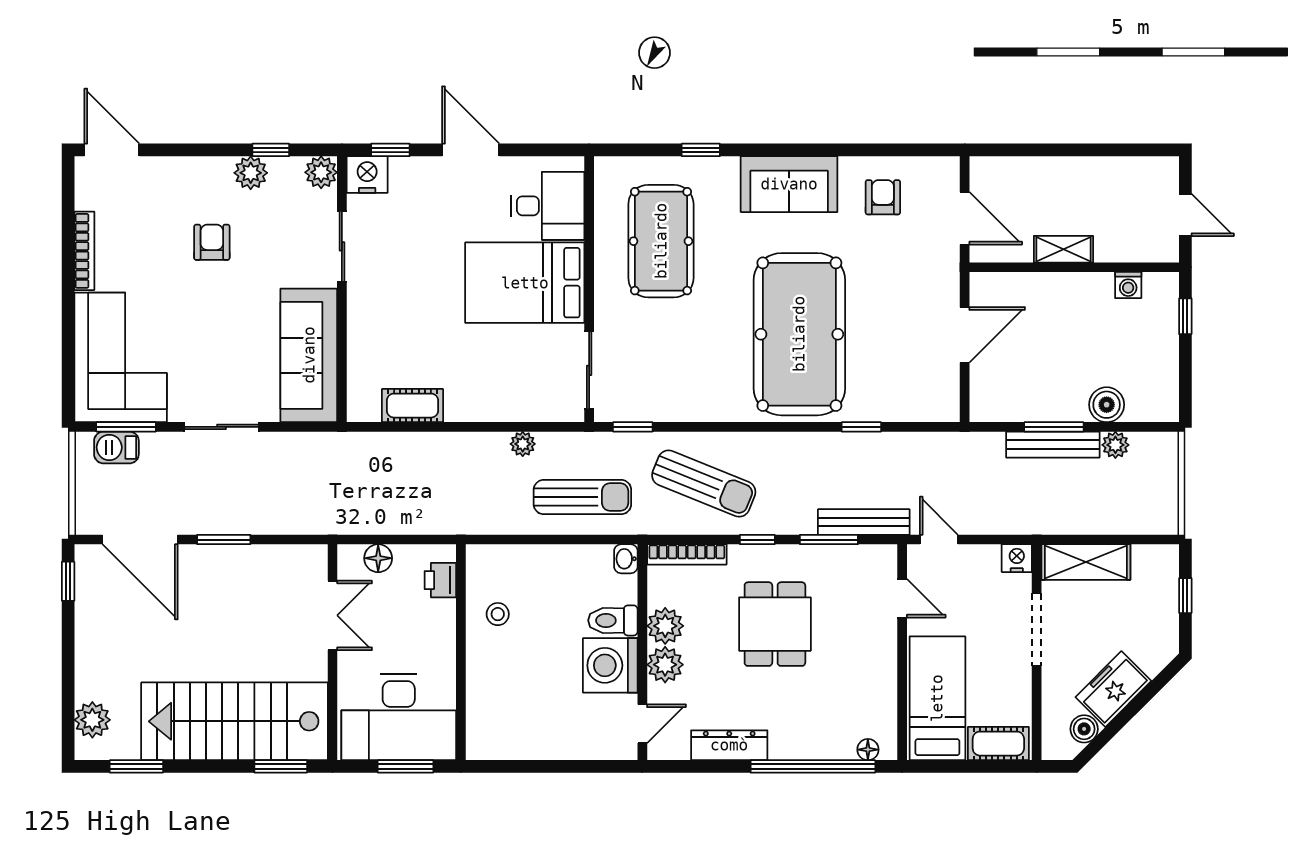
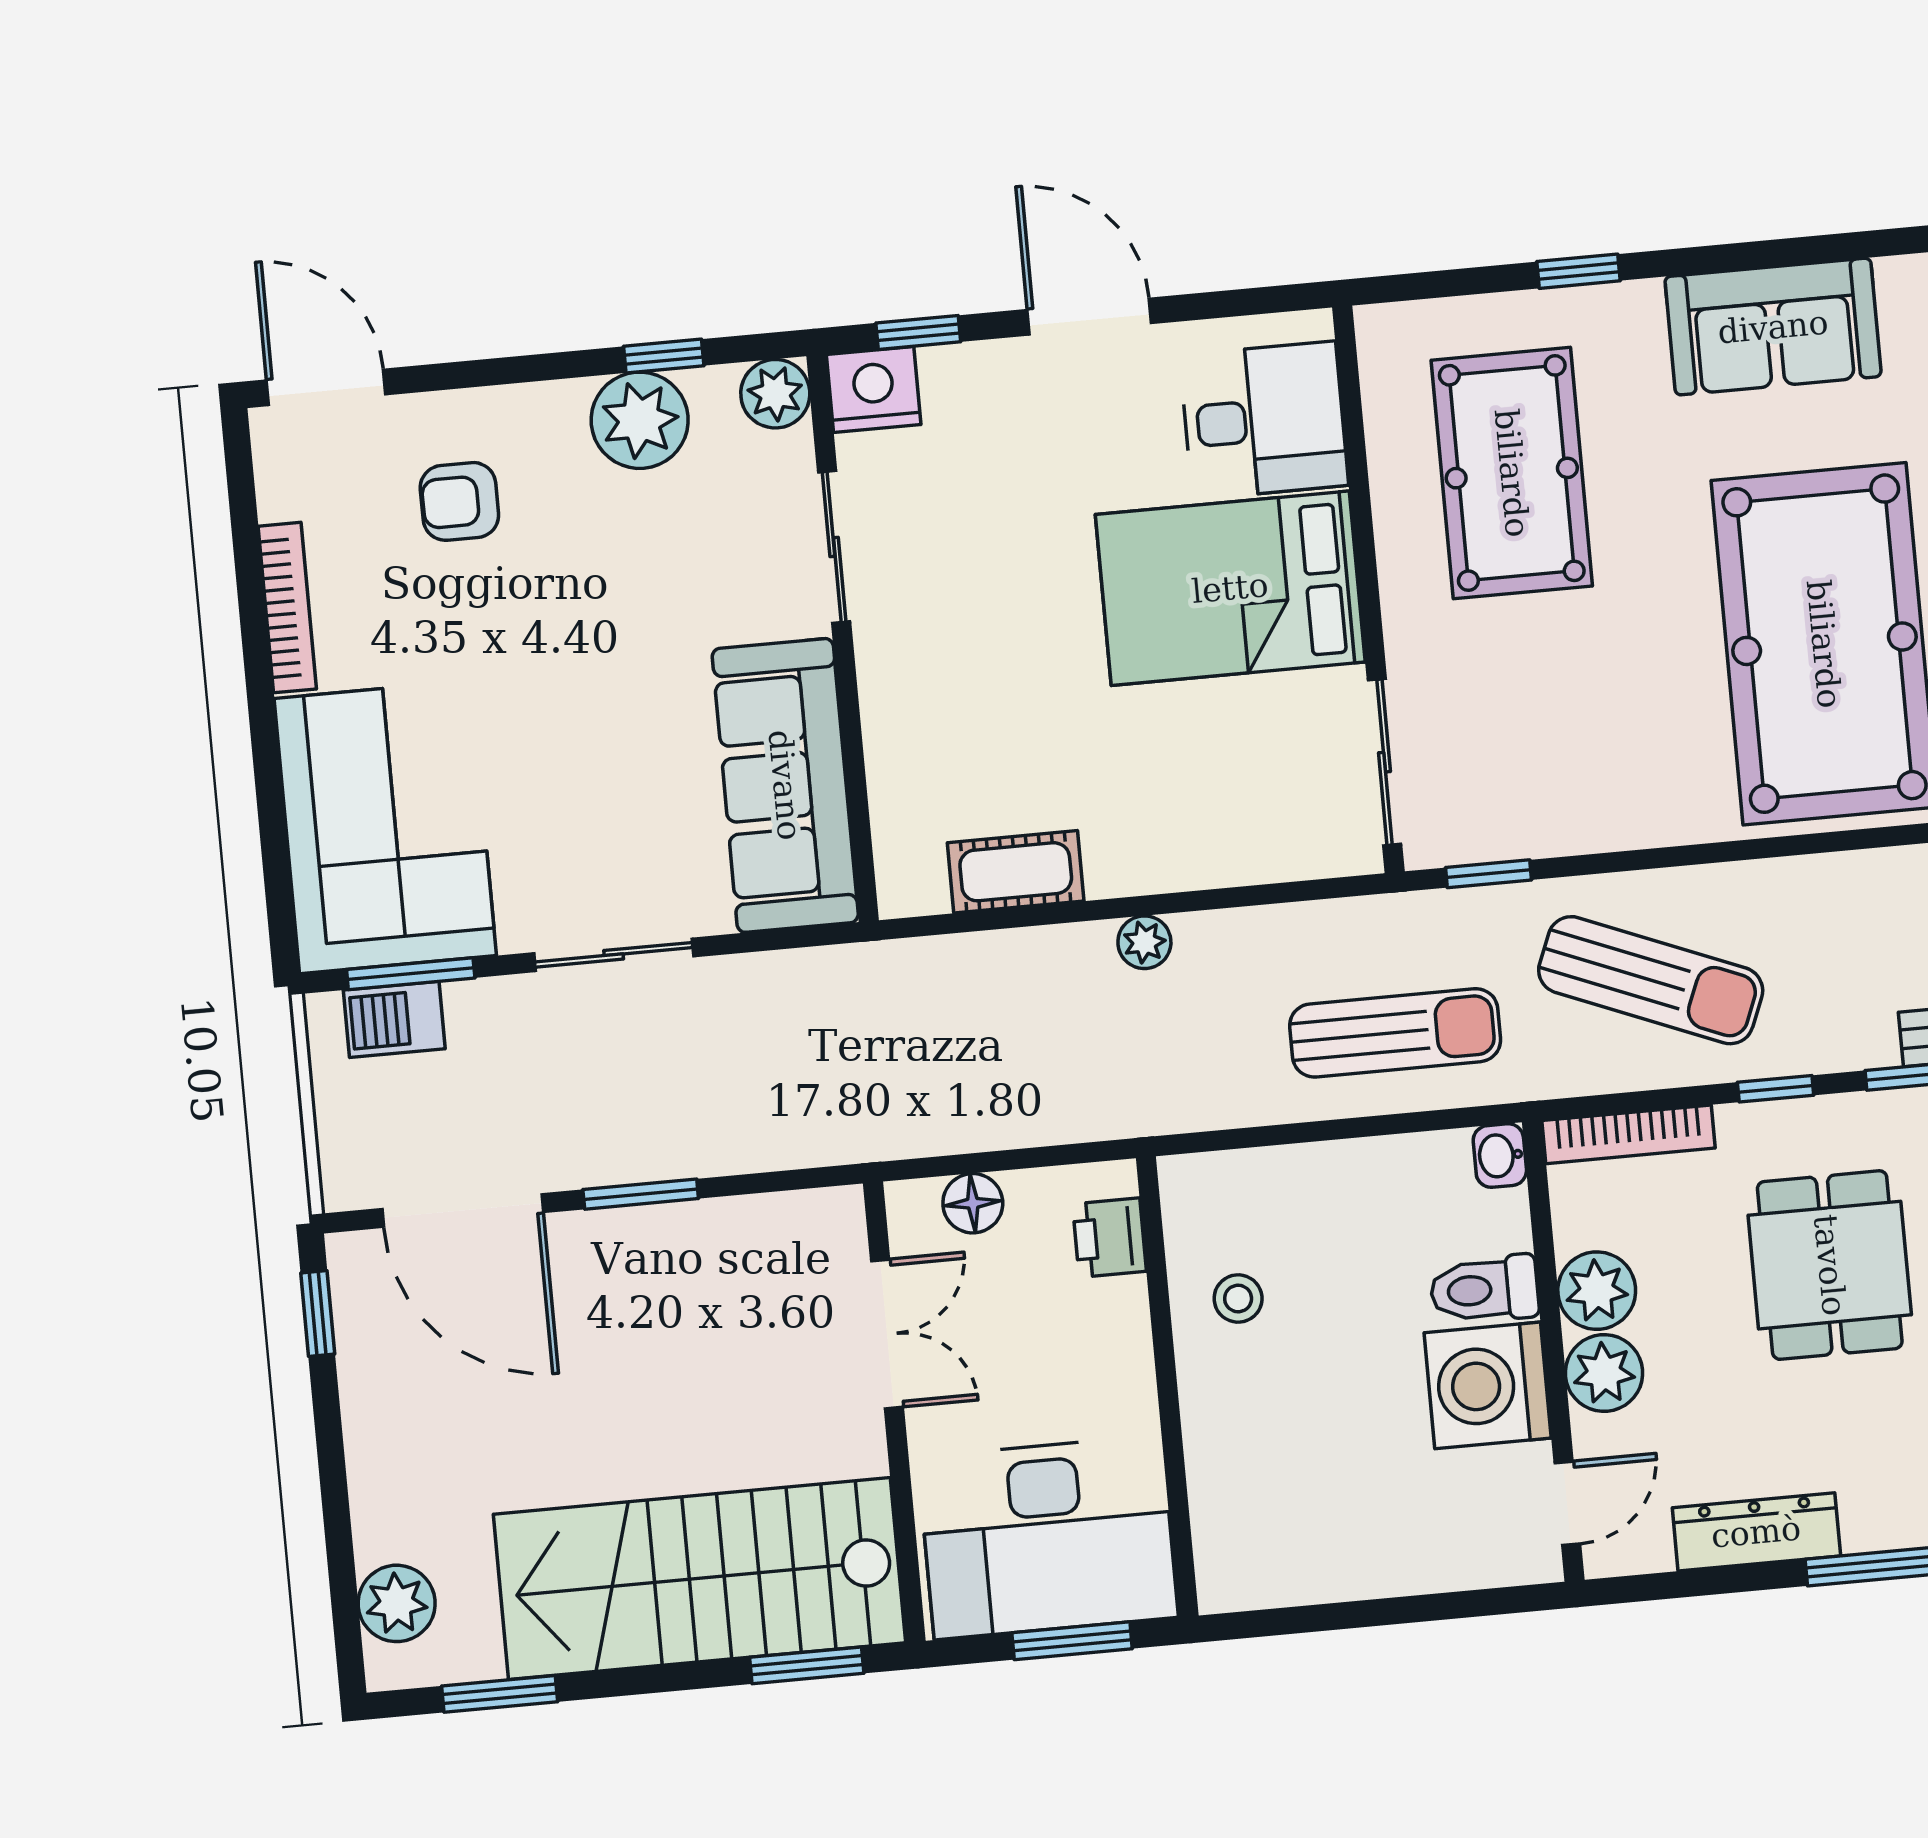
plant: (251, 173) -> (640, 420), width x1.36, depth x1.36
armchair: (212, 242) -> (459, 501), moved, turned -90
plant: (523, 444) -> (1144, 942), moved

